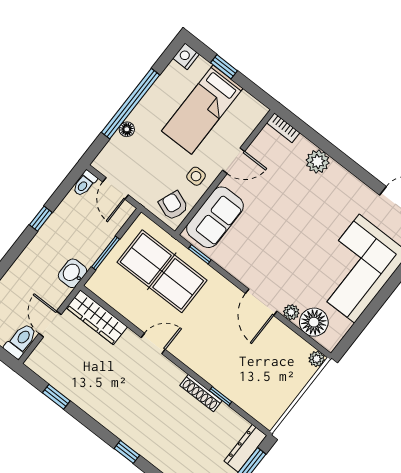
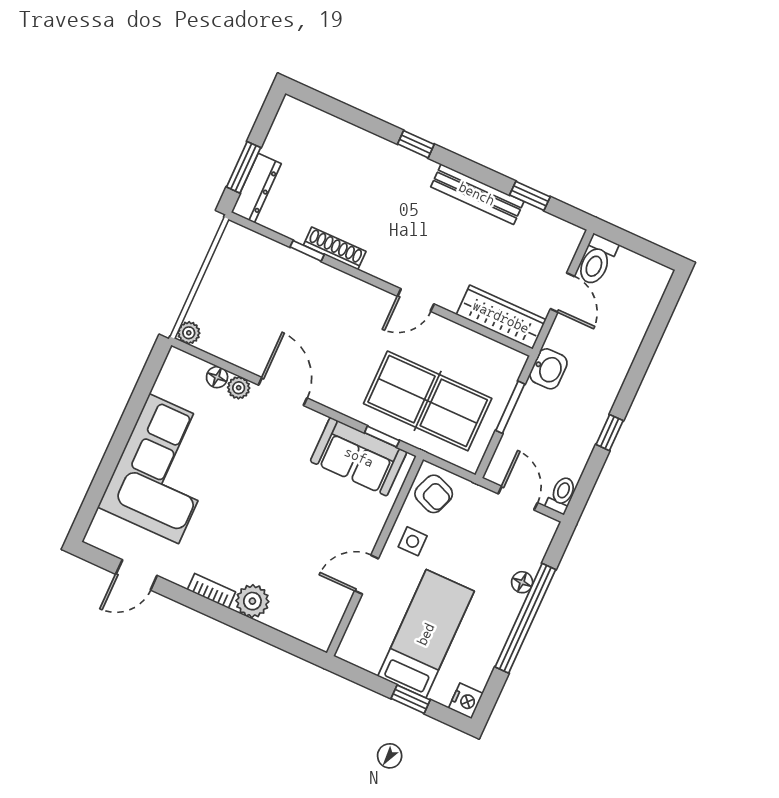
bookcase: (283, 128) -> (211, 591), moved
sofa: (215, 217) -> (359, 457), moved, turned -90
floor lamp: (314, 322) -> (217, 377), width x0.53, depth x0.53
bench: (93, 407) -> (477, 194), added

